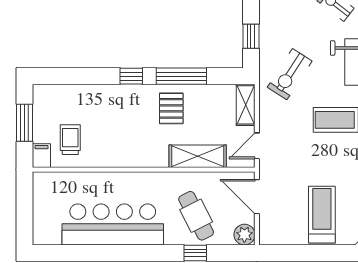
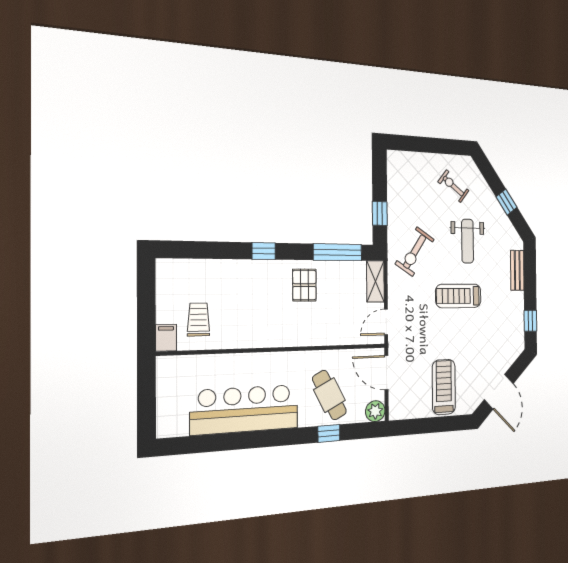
window: (181, 76) -> (338, 252), moved
window: (25, 123) -> (146, 301), removed
shelving: (198, 156) -> (331, 334), removed

